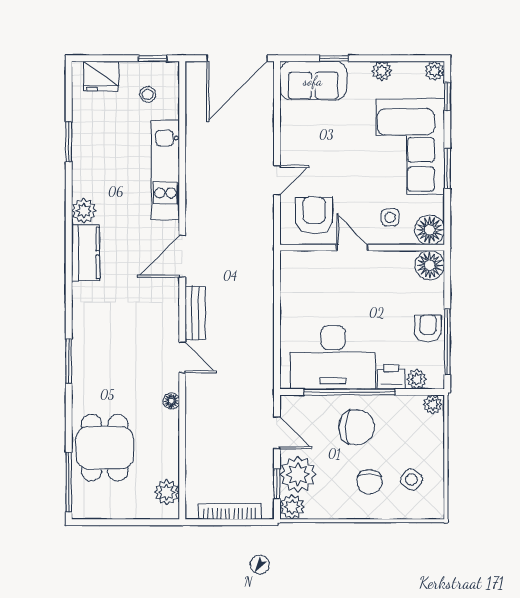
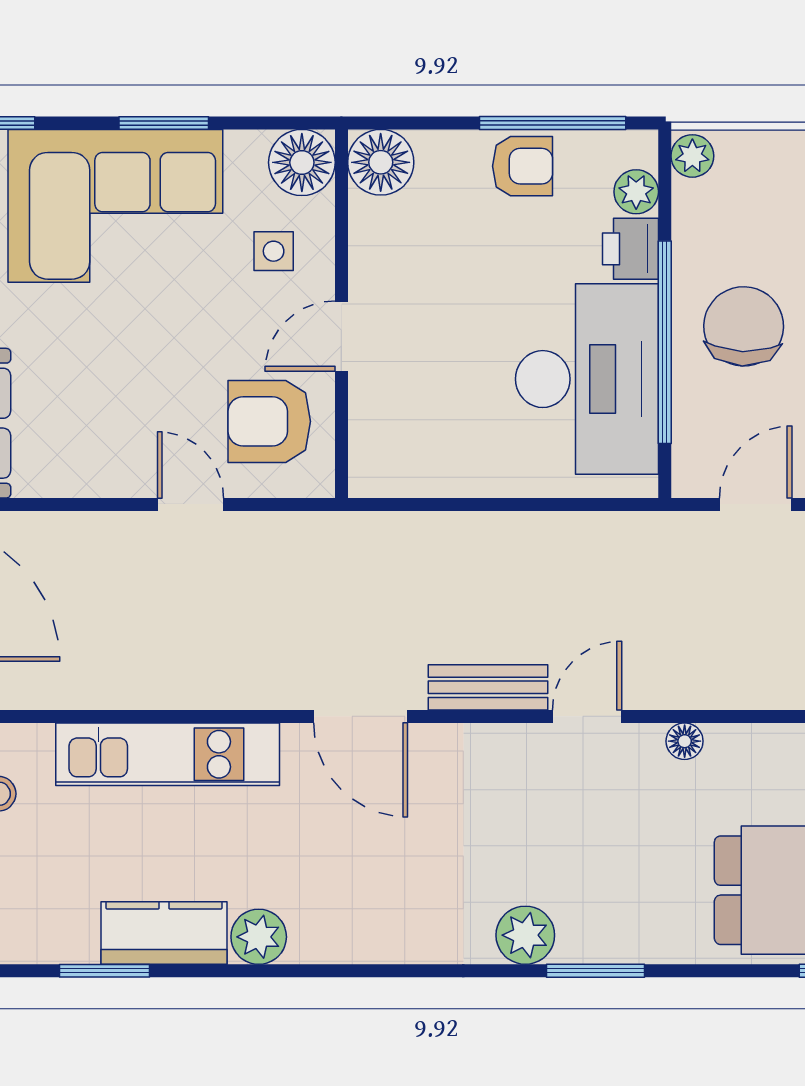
kitchen counter: (86, 253) -> (164, 933), moved
armchair: (428, 329) -> (523, 166), turned 180
plant: (85, 330) -> (525, 935), added

